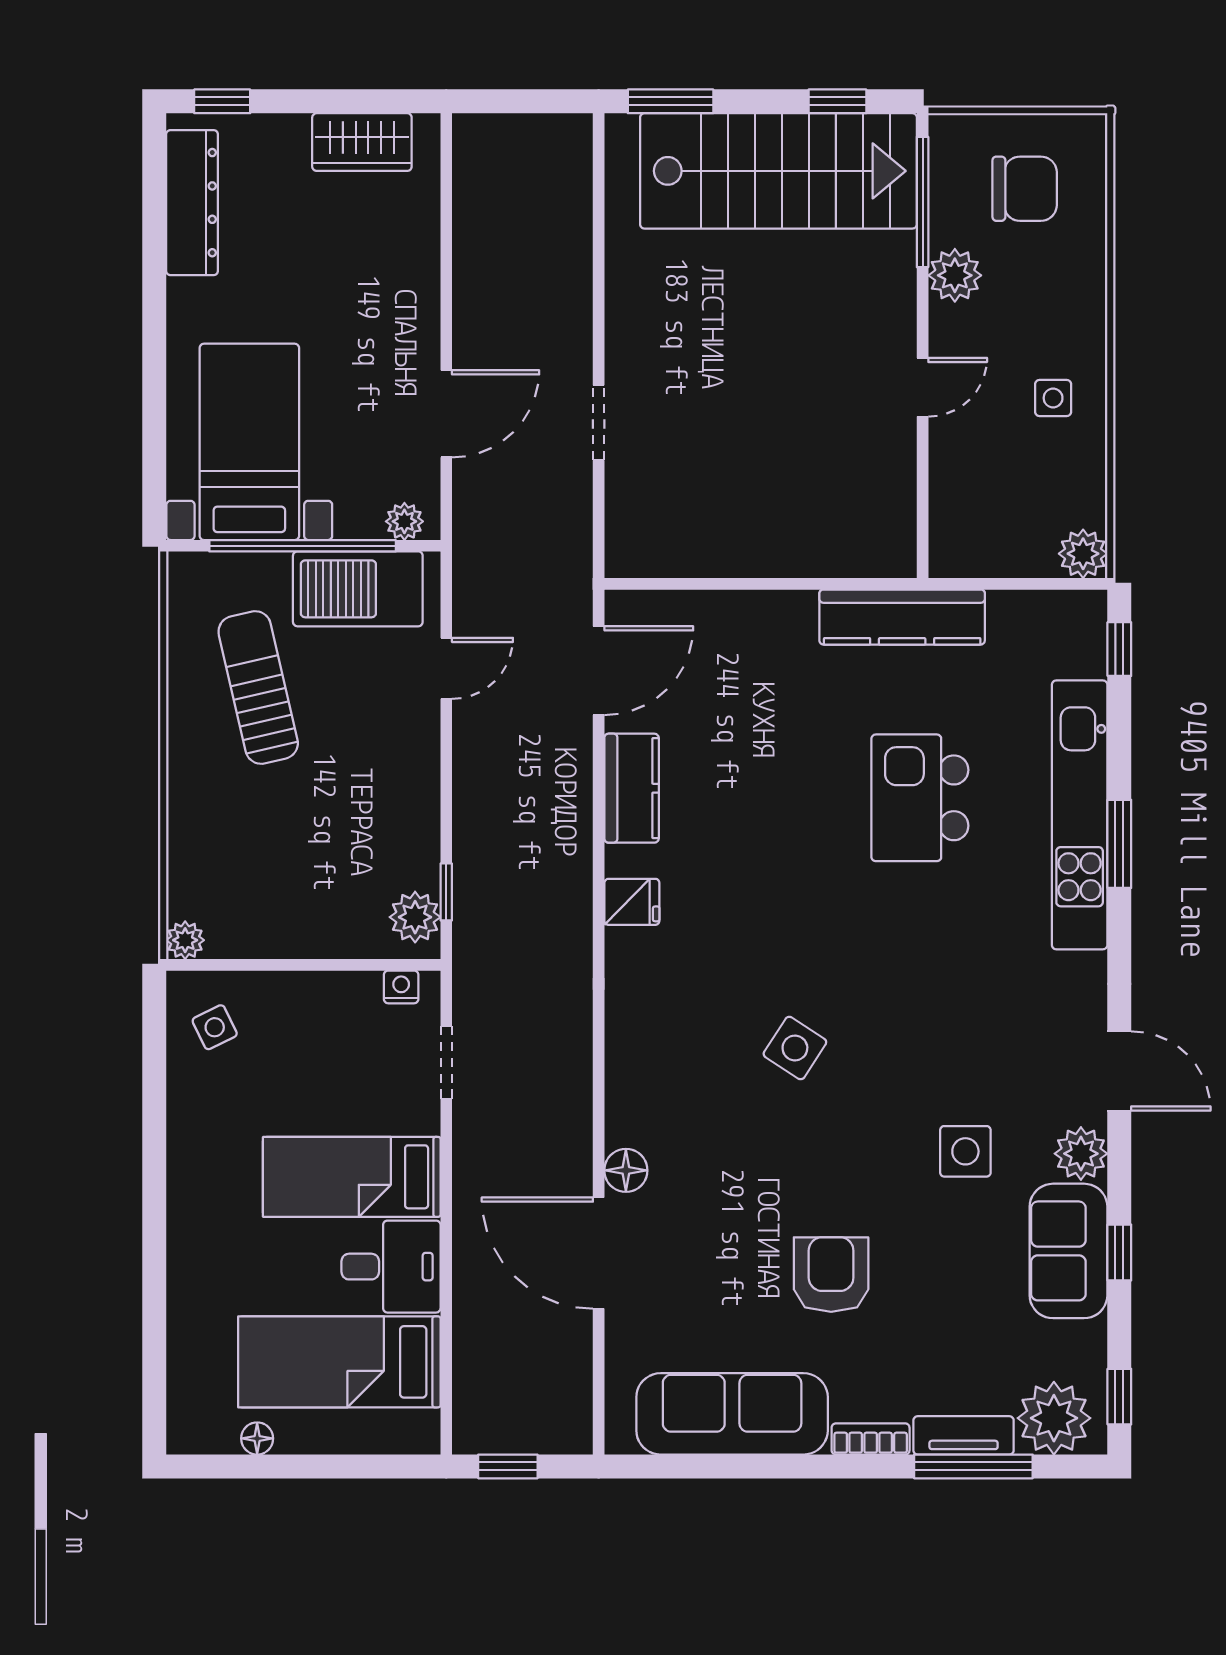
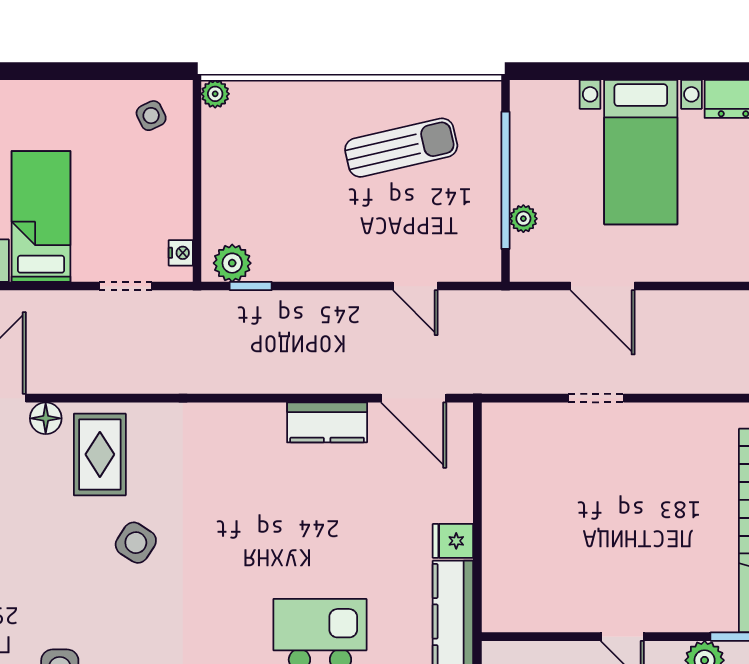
bed with nightstands: (249, 442) -> (641, 152), moved, turned 90
plant: (404, 521) -> (523, 219), moved
barbecue: (358, 589) -> (474, 221), removed
fridge: (632, 902) -> (453, 541), moved, turned 90
rug: (675, 1097) -> (100, 454), added

